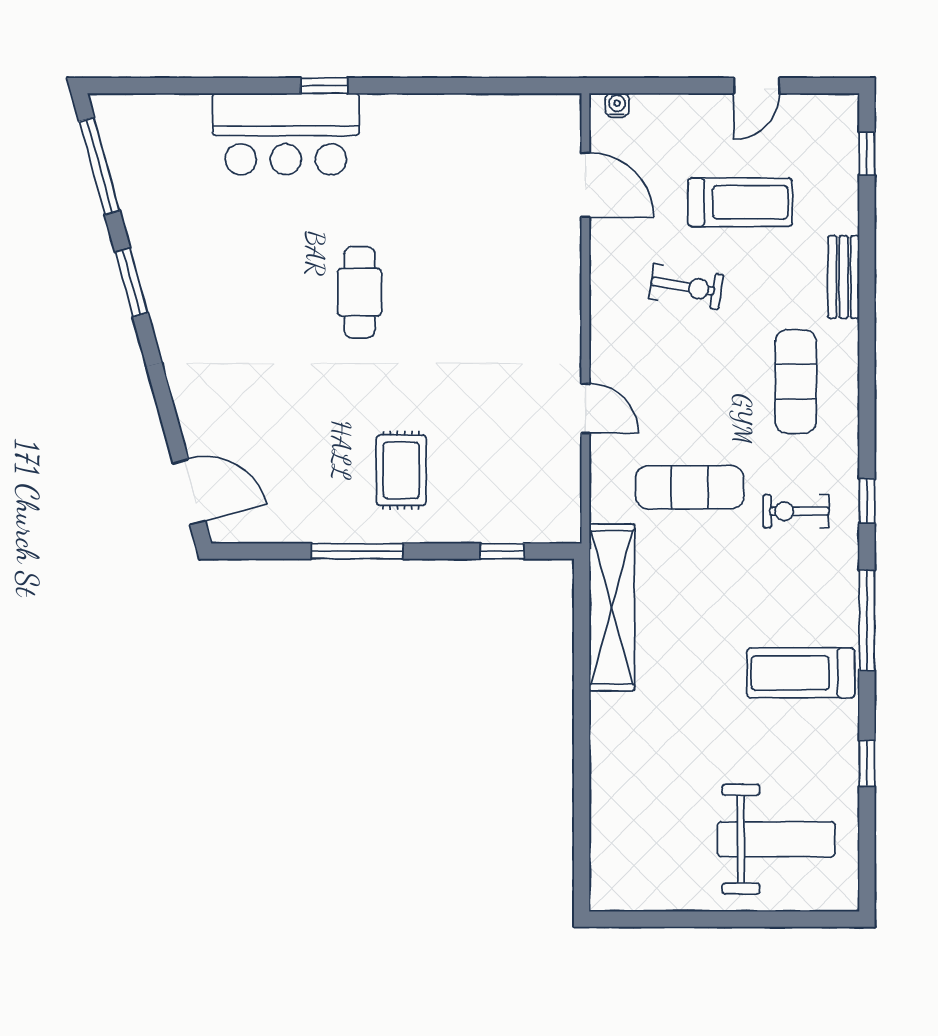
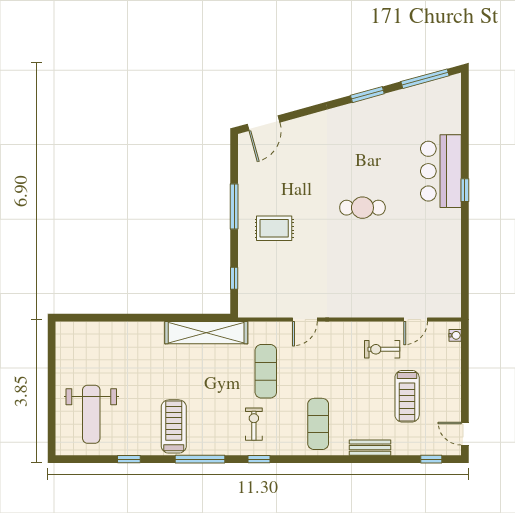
door: (757, 86) -> (465, 434), moved
door: (585, 185) -> (416, 320), width x0.73
exercise bike: (686, 287) -> (382, 349), moved, turned 81
exercise mat: (796, 382) -> (318, 424), turned 90

